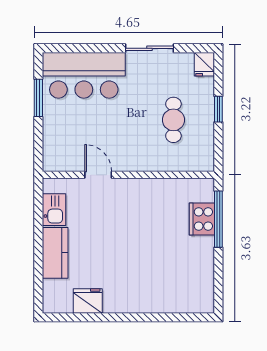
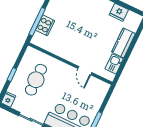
cafe table: (173, 120) -> (36, 80), width x1.37, depth x1.35

